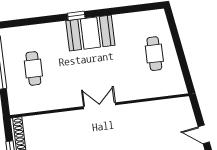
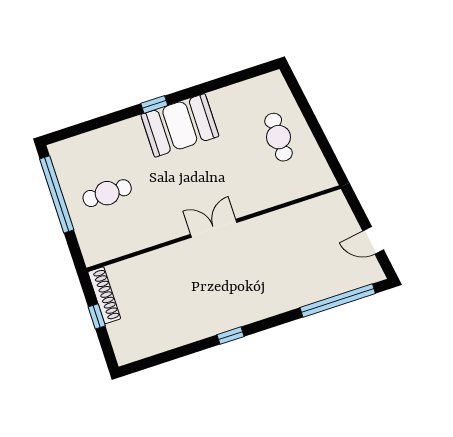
cafe table: (33, 68) -> (107, 193), turned 90

